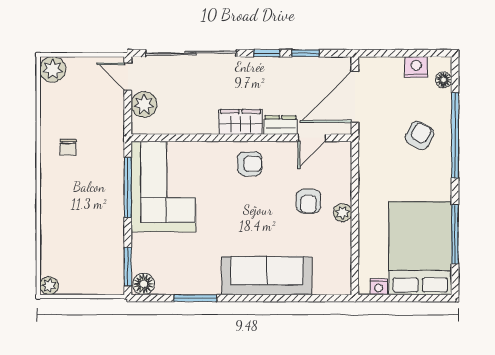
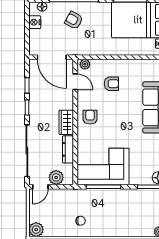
dresser: (281, 125) -> (68, 149), moved, width x1.44
plant: (342, 213) -> (85, 64), moved

